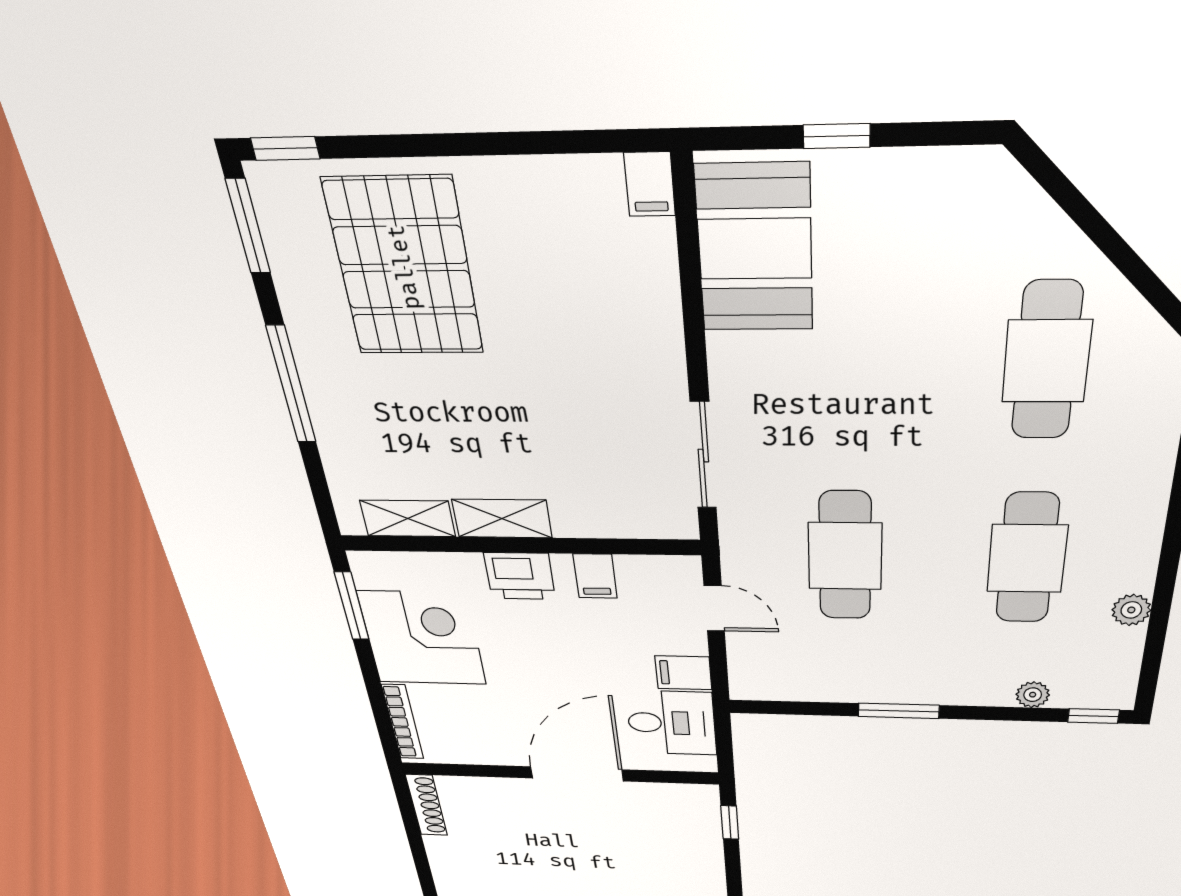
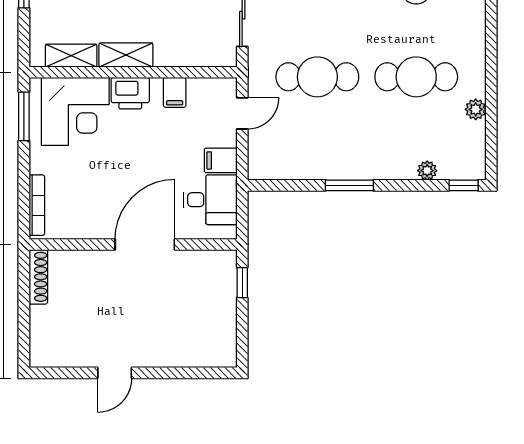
cafe table: (845, 556) -> (317, 77), turned 90
cafe table: (1027, 559) -> (416, 77), turned 90
door: (714, 608) -> (242, 113), hinge flipped
corner desk: (422, 638) -> (75, 111), moved, turned 90

